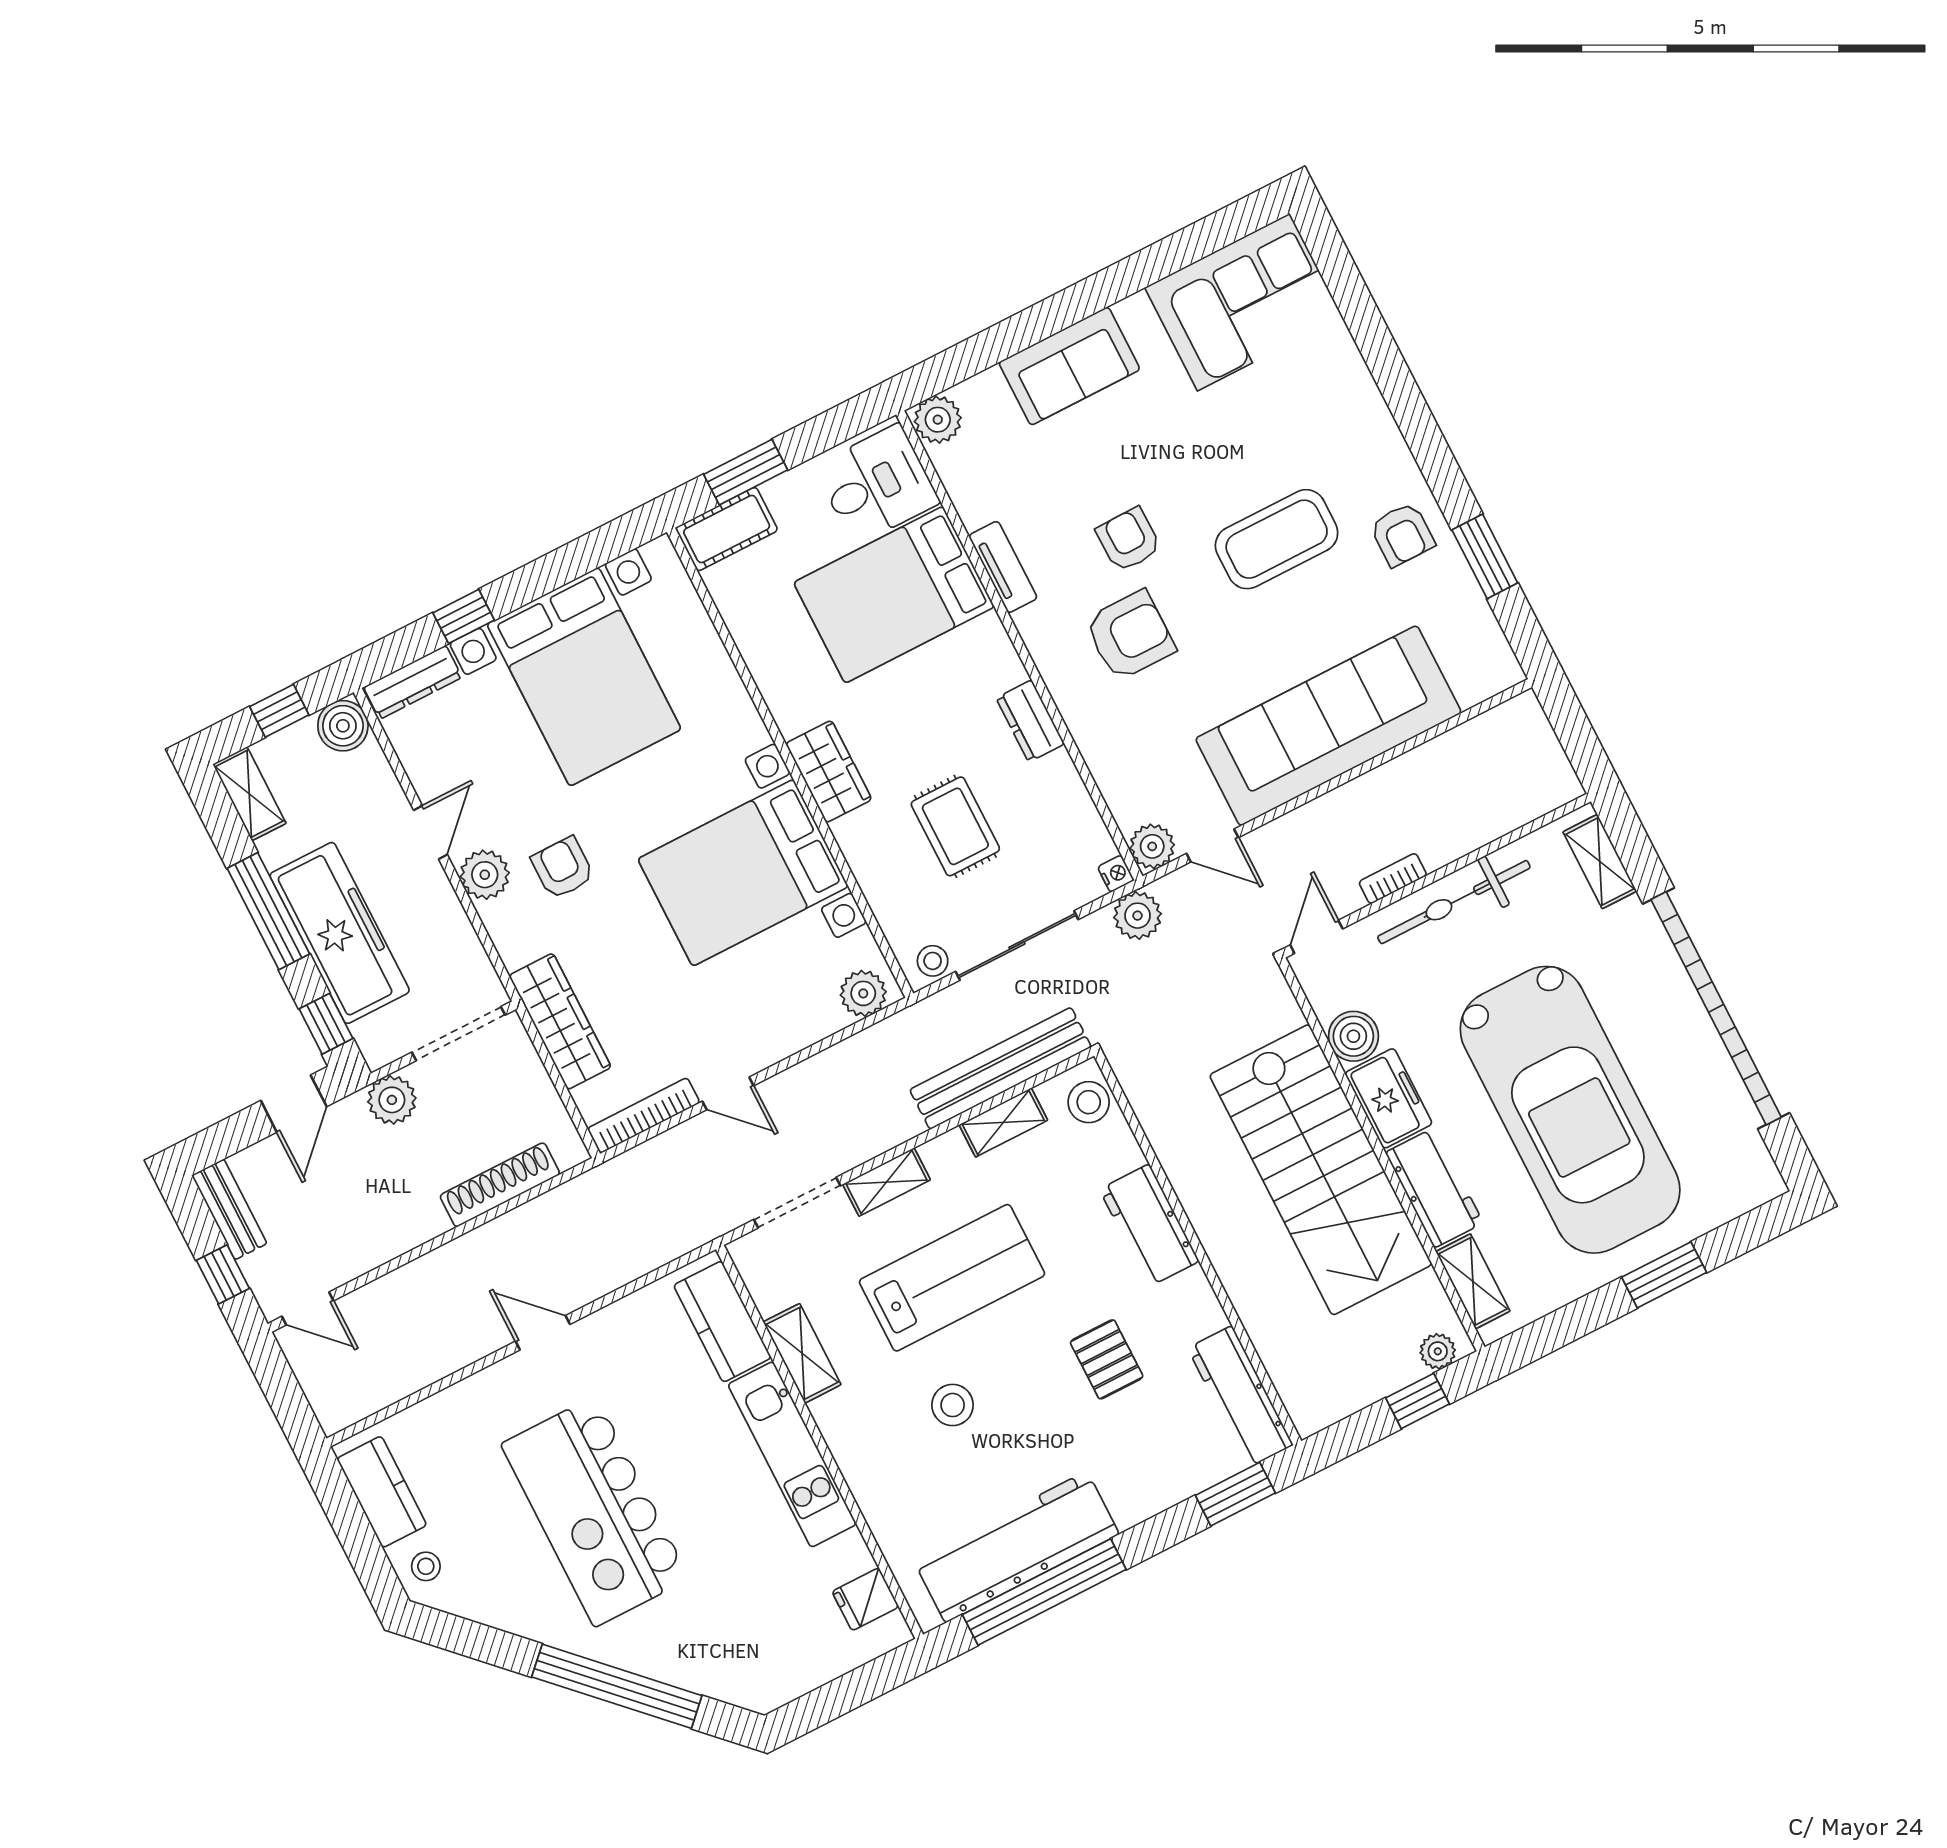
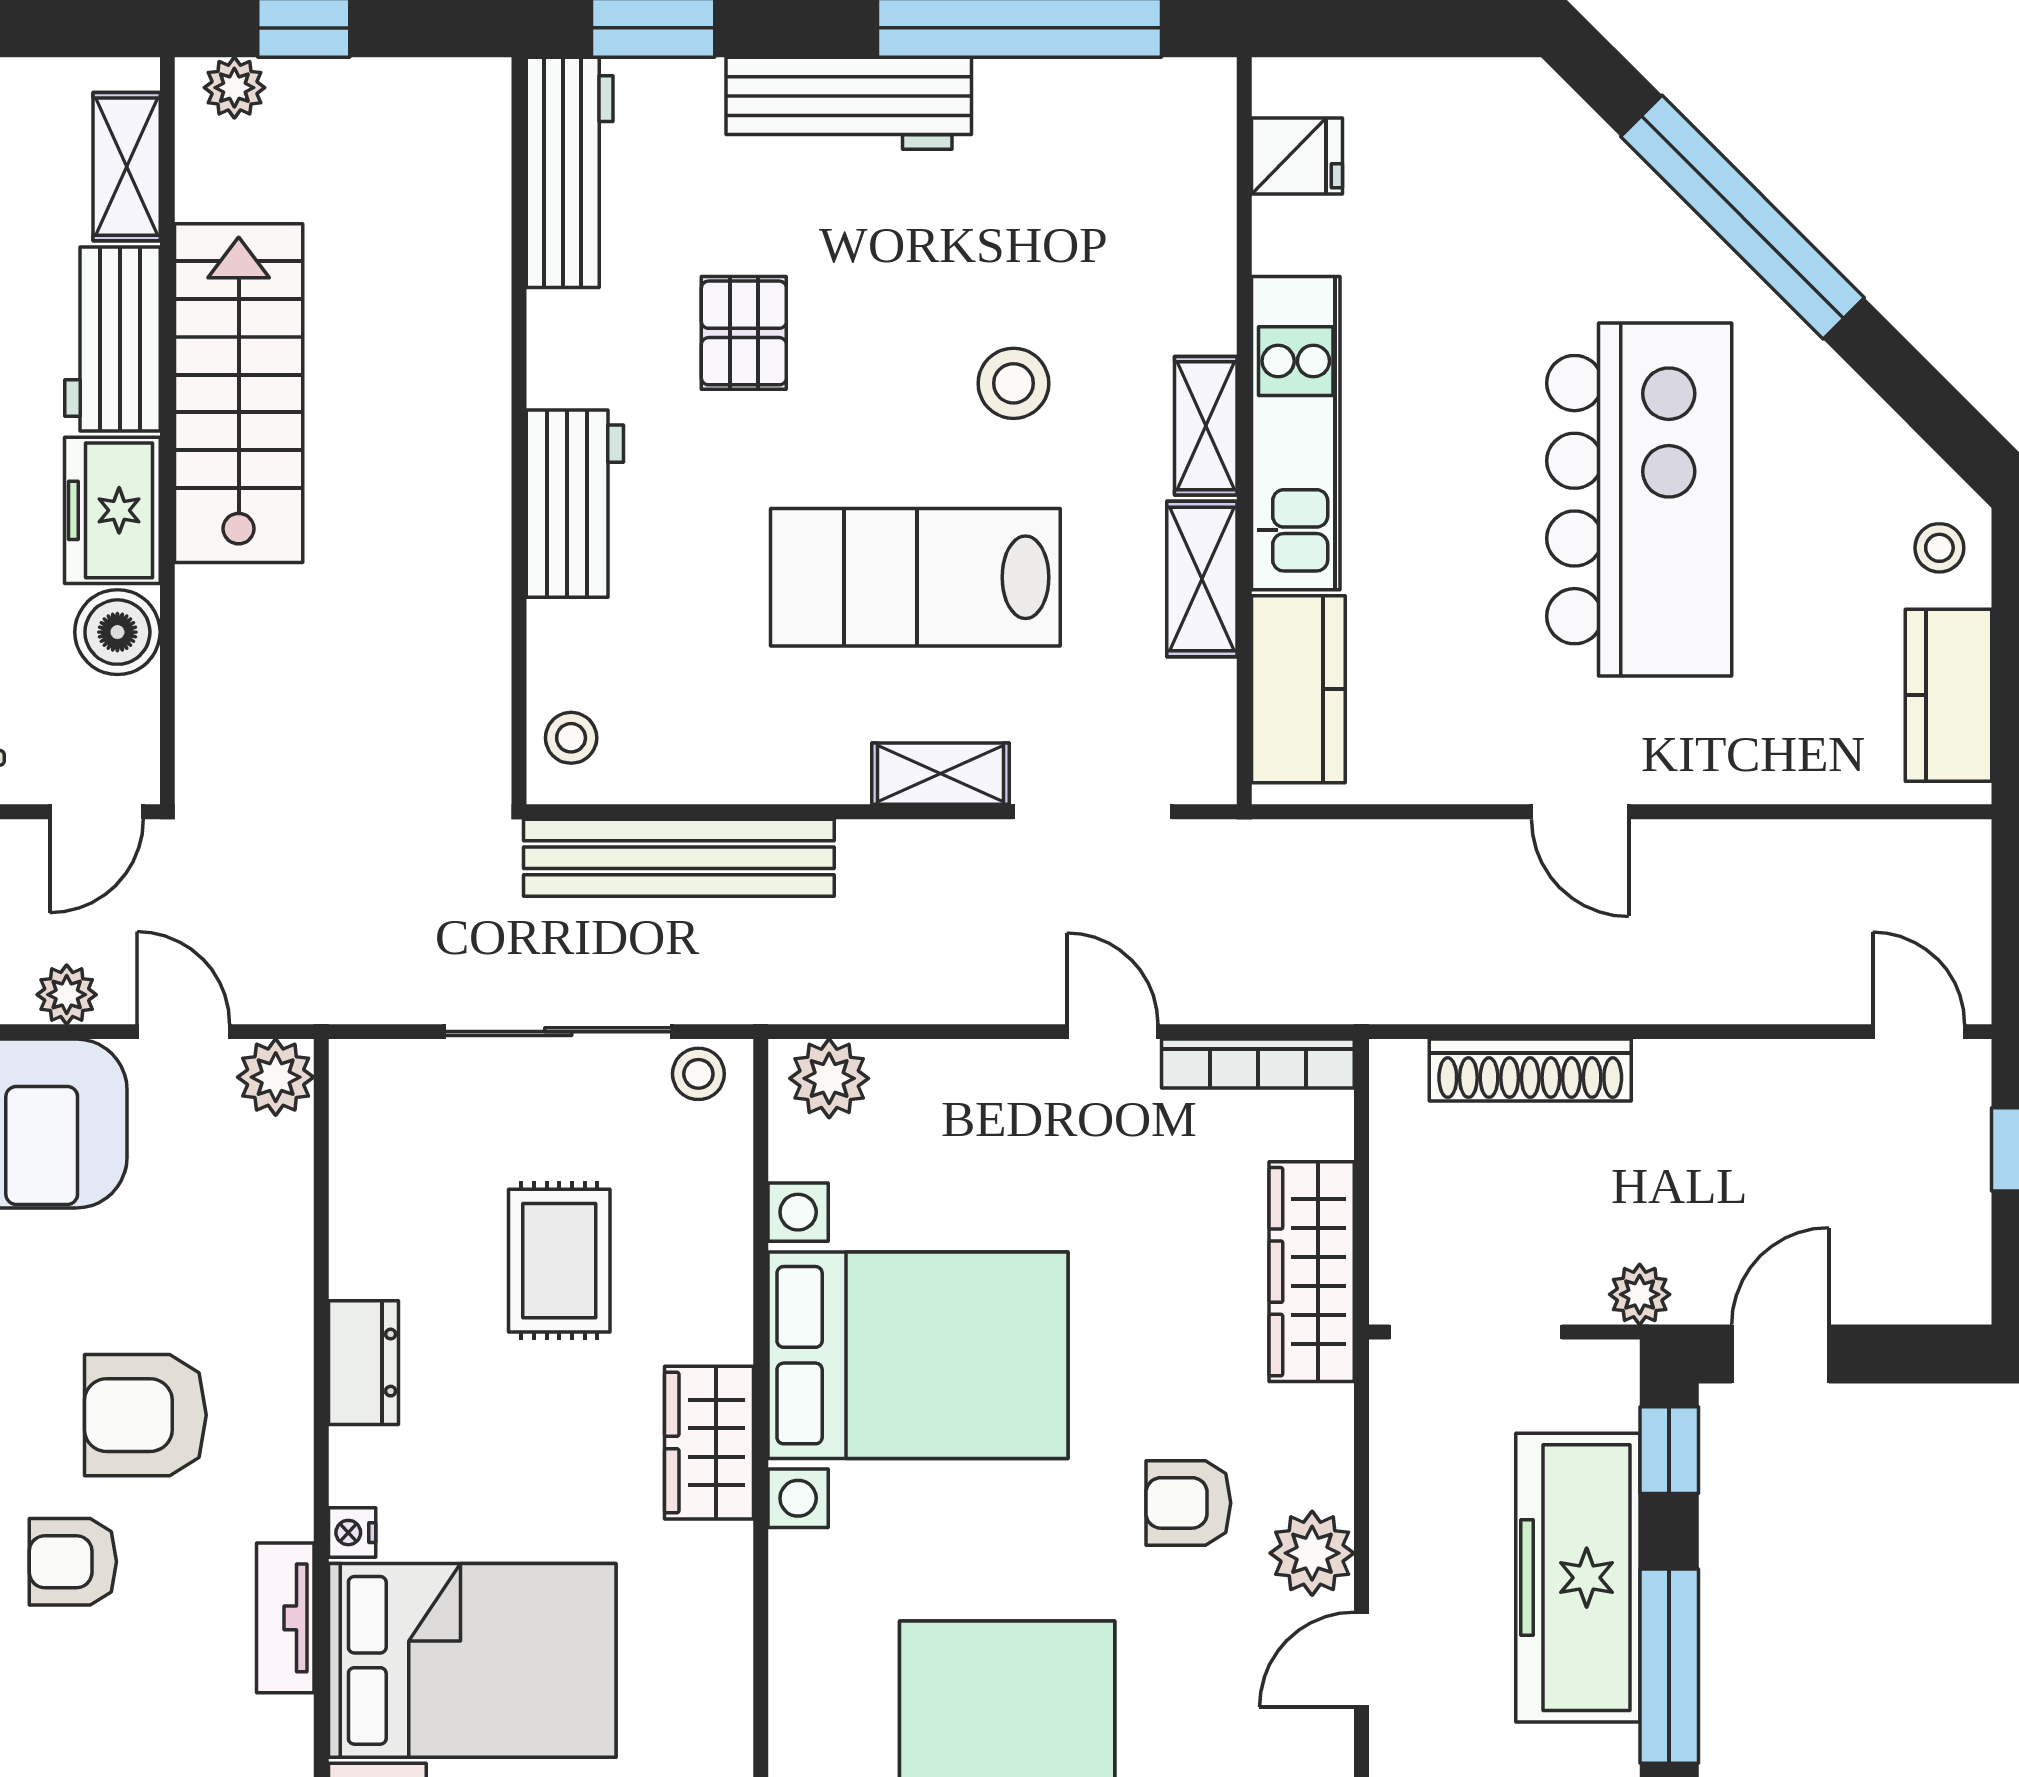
armchair: (1129, 540) -> (73, 1562), turned 91
armchair: (563, 868) -> (1188, 1503), turned 90
nightstand: (1116, 874) -> (352, 1533), moved
plant: (1137, 916) -> (67, 995), moved, width x0.73, depth x0.73
plant: (392, 1100) -> (1640, 1294), width x0.73, depth x0.73
stool: (1089, 1102) -> (571, 738), width x0.73, depth x0.73
shelving: (1003, 1122) -> (1206, 426), moved, turned 90
stairs: (1321, 1170) -> (239, 393), width x0.73, depth x0.66
bench: (229, 1209) -> (1960, 1243), removed
workbench: (1016, 1547) -> (849, 103), moved, width x0.73, depth x0.76

